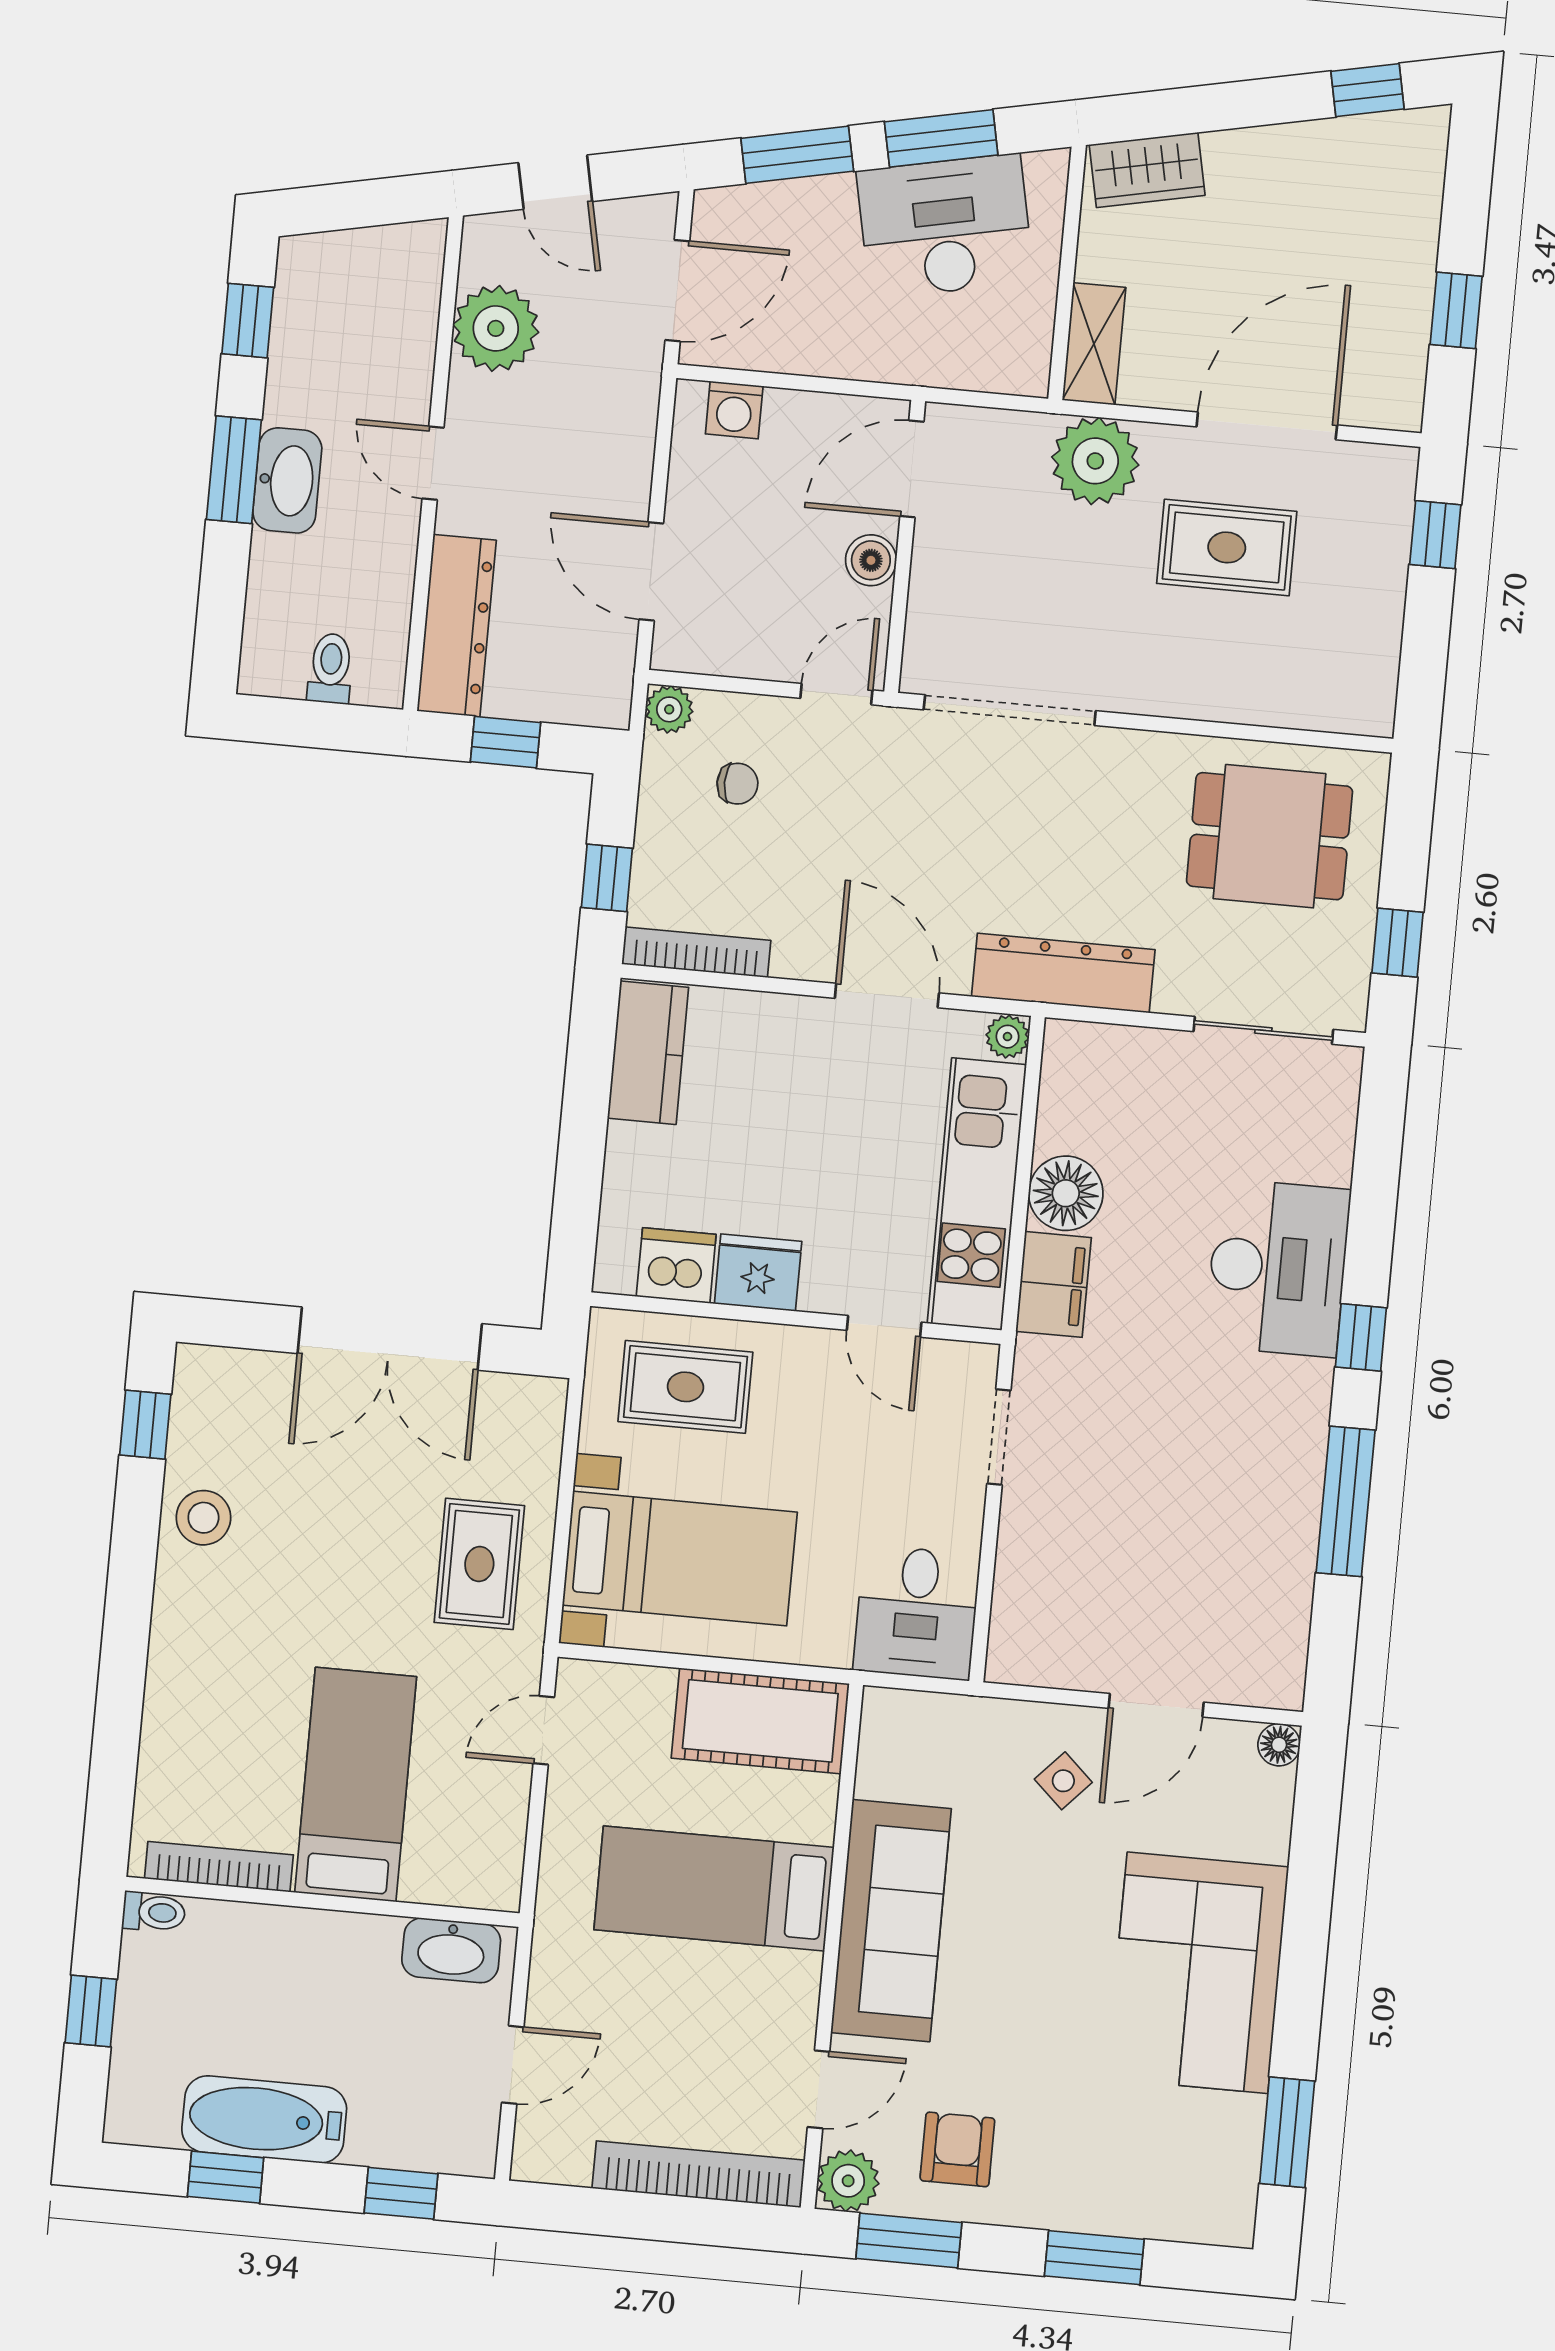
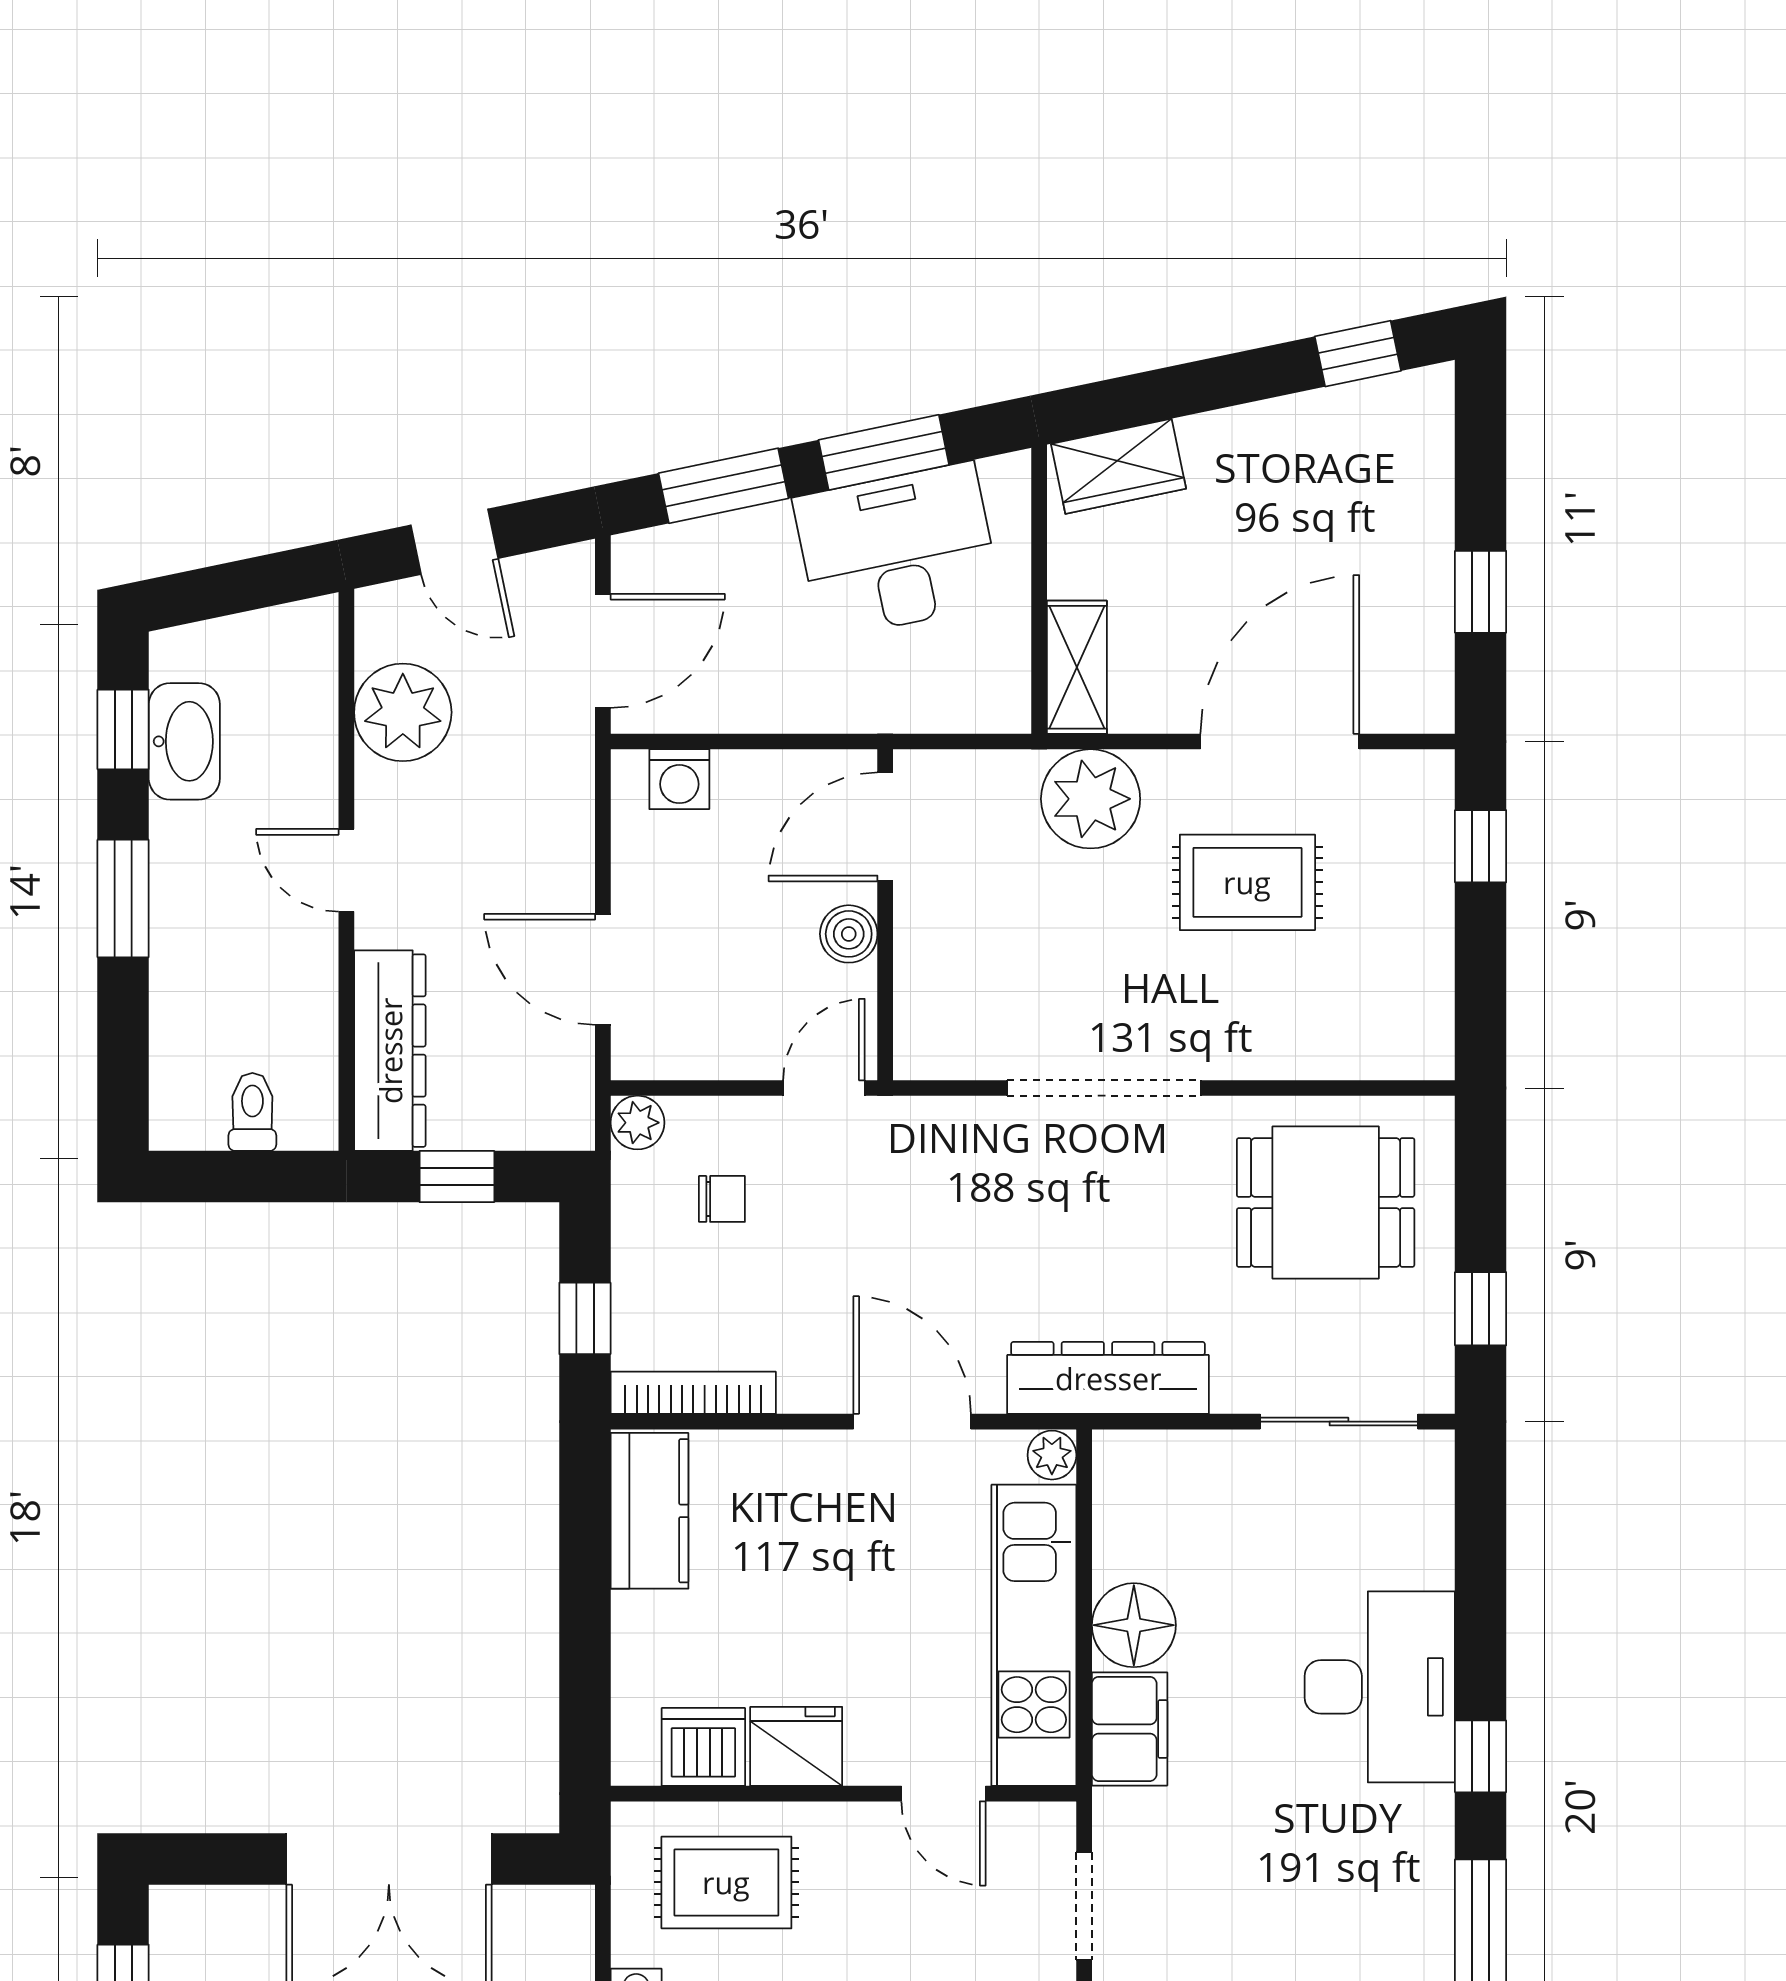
washbasin: (287, 480) -> (184, 741), moved
doorway: (1010, 710) -> (1104, 1088), moved

